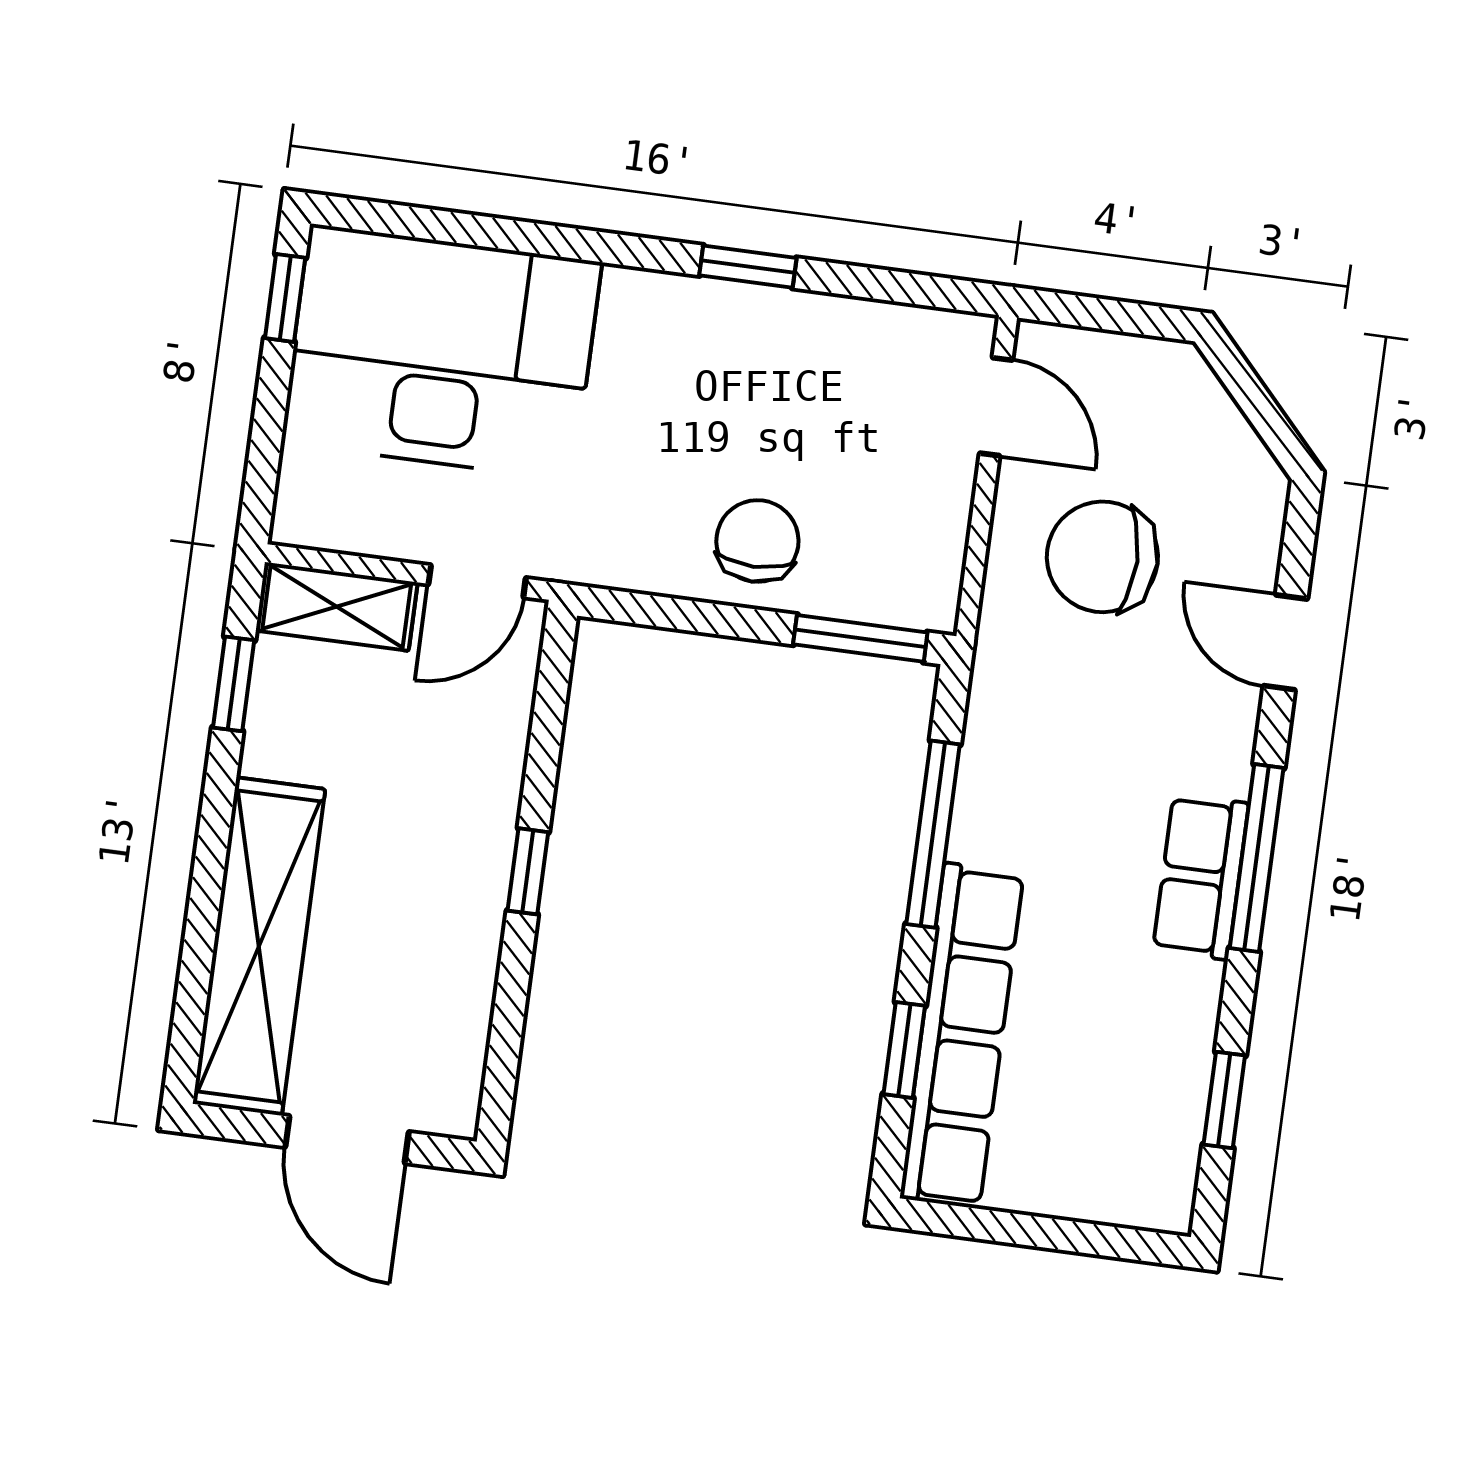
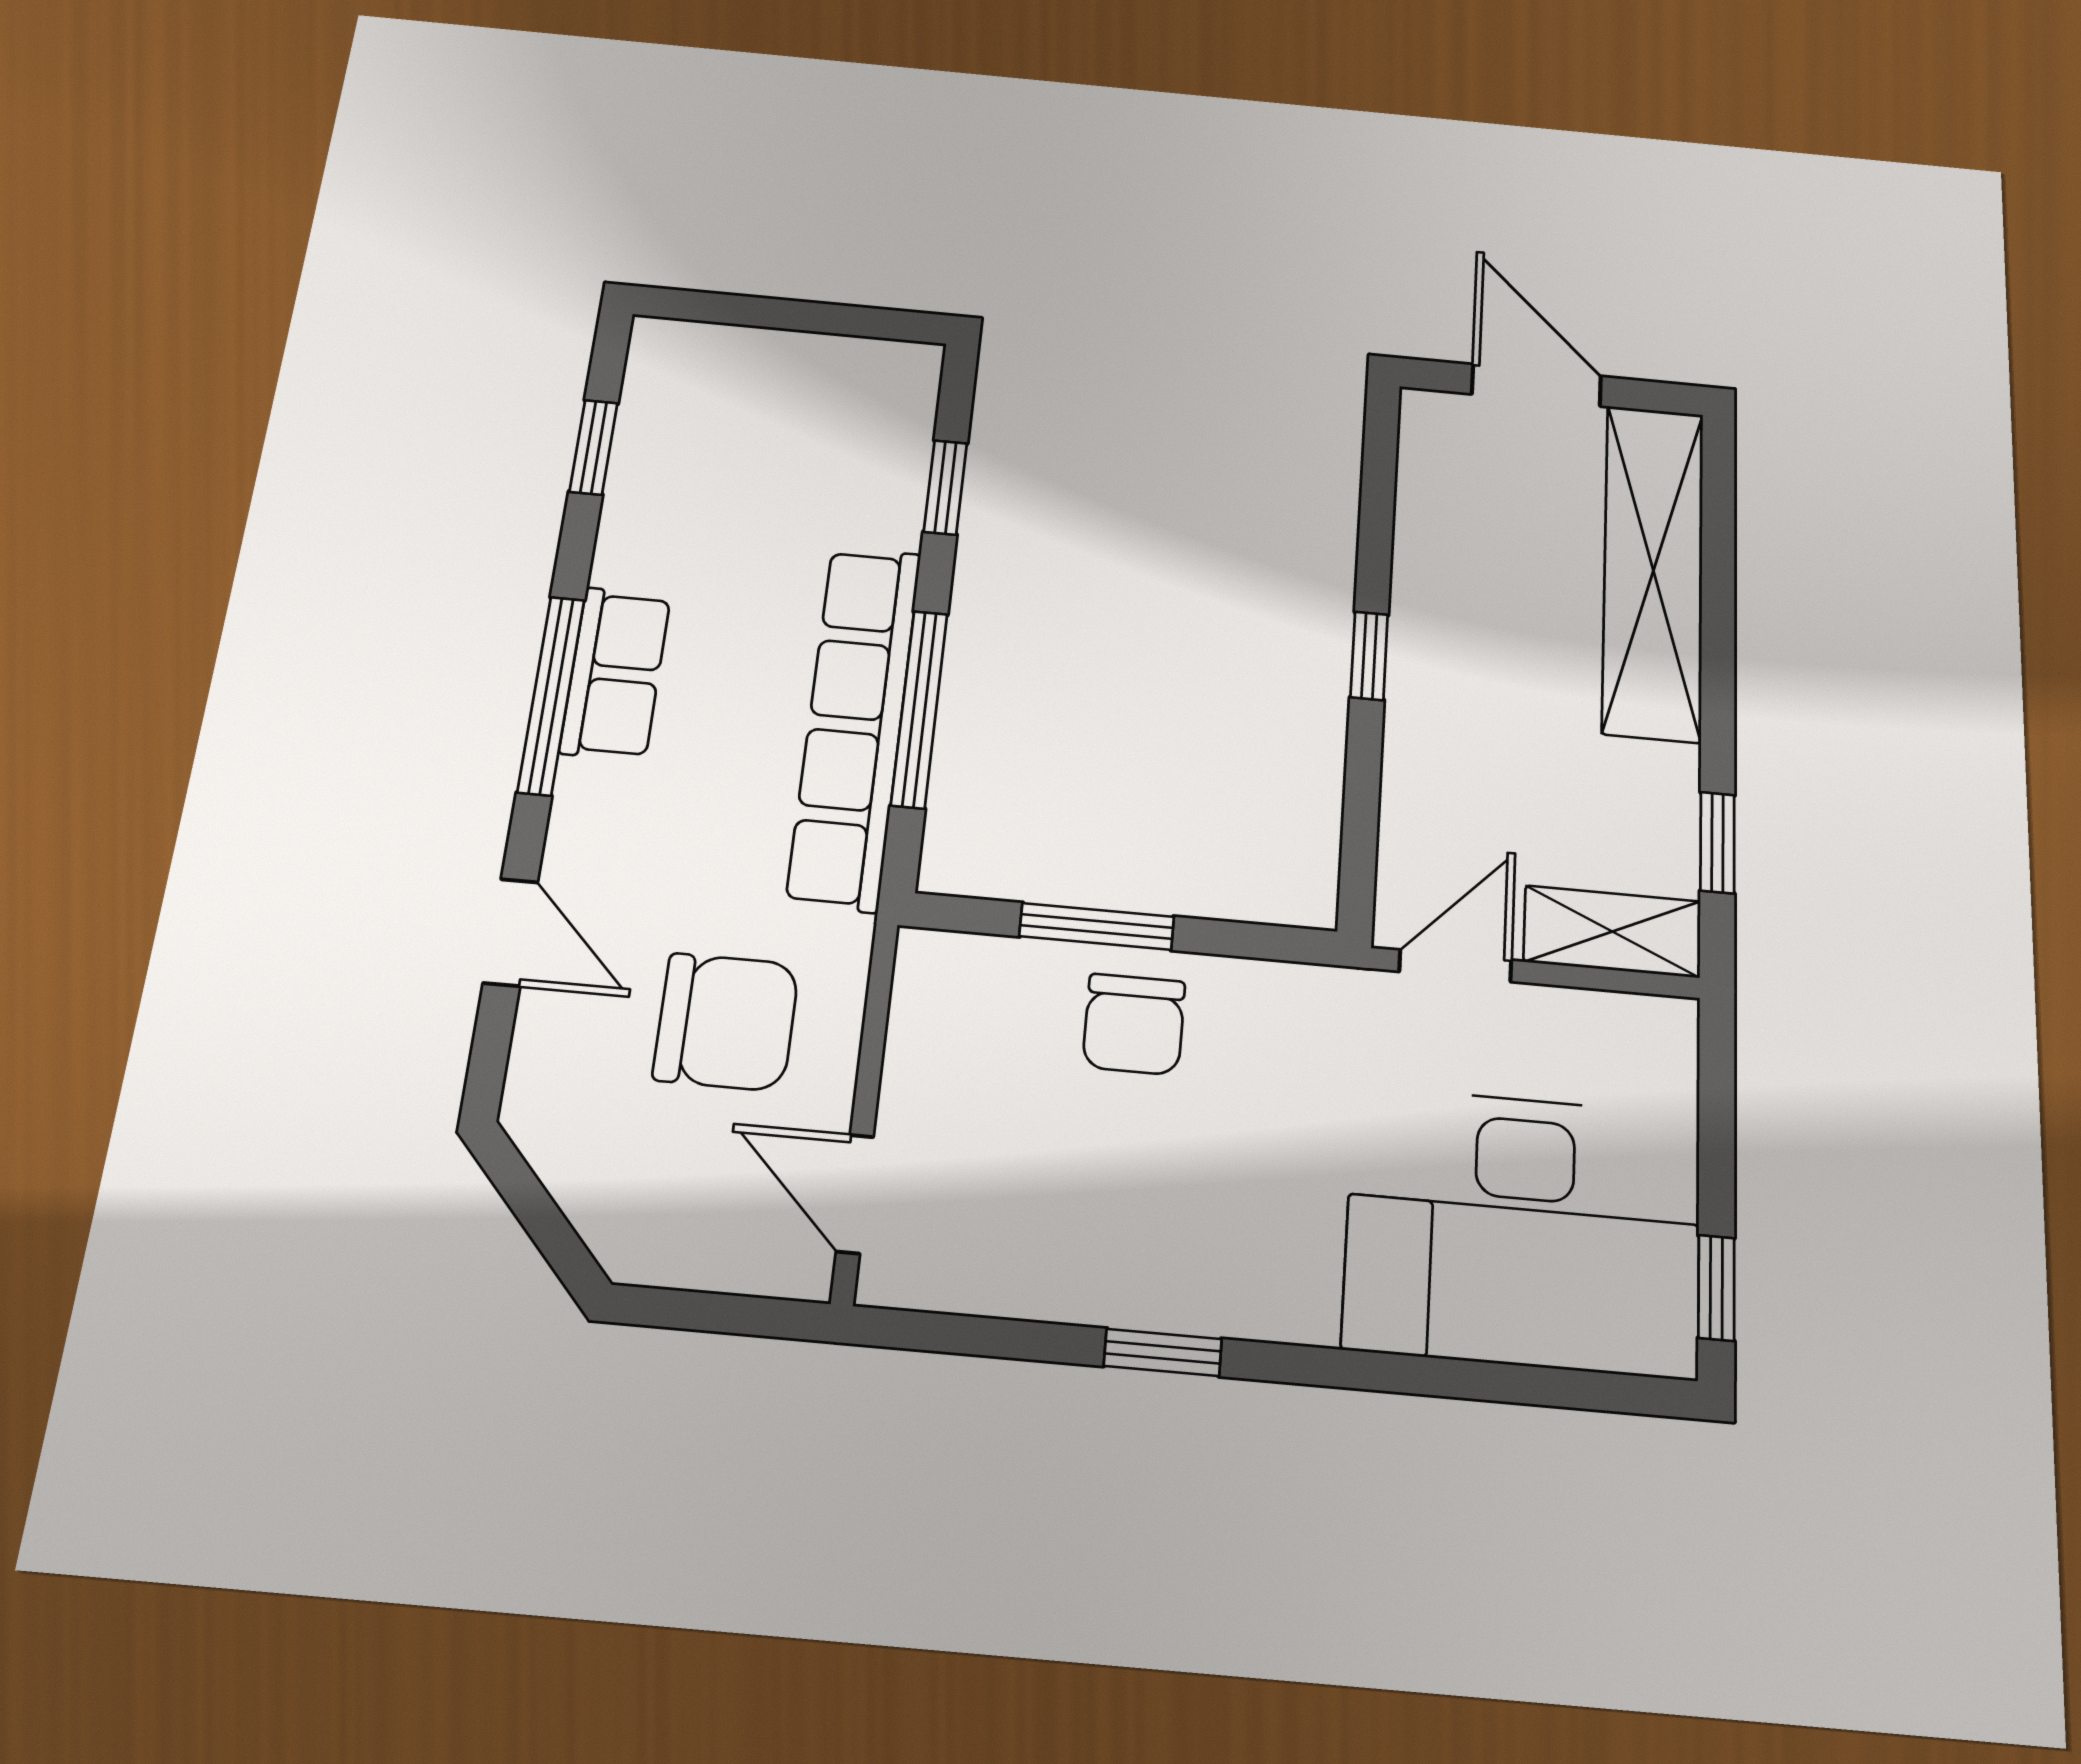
window: (860, 638) -> (1097, 926), moved
row of seats: (962, 1035) -> (855, 726), moved

